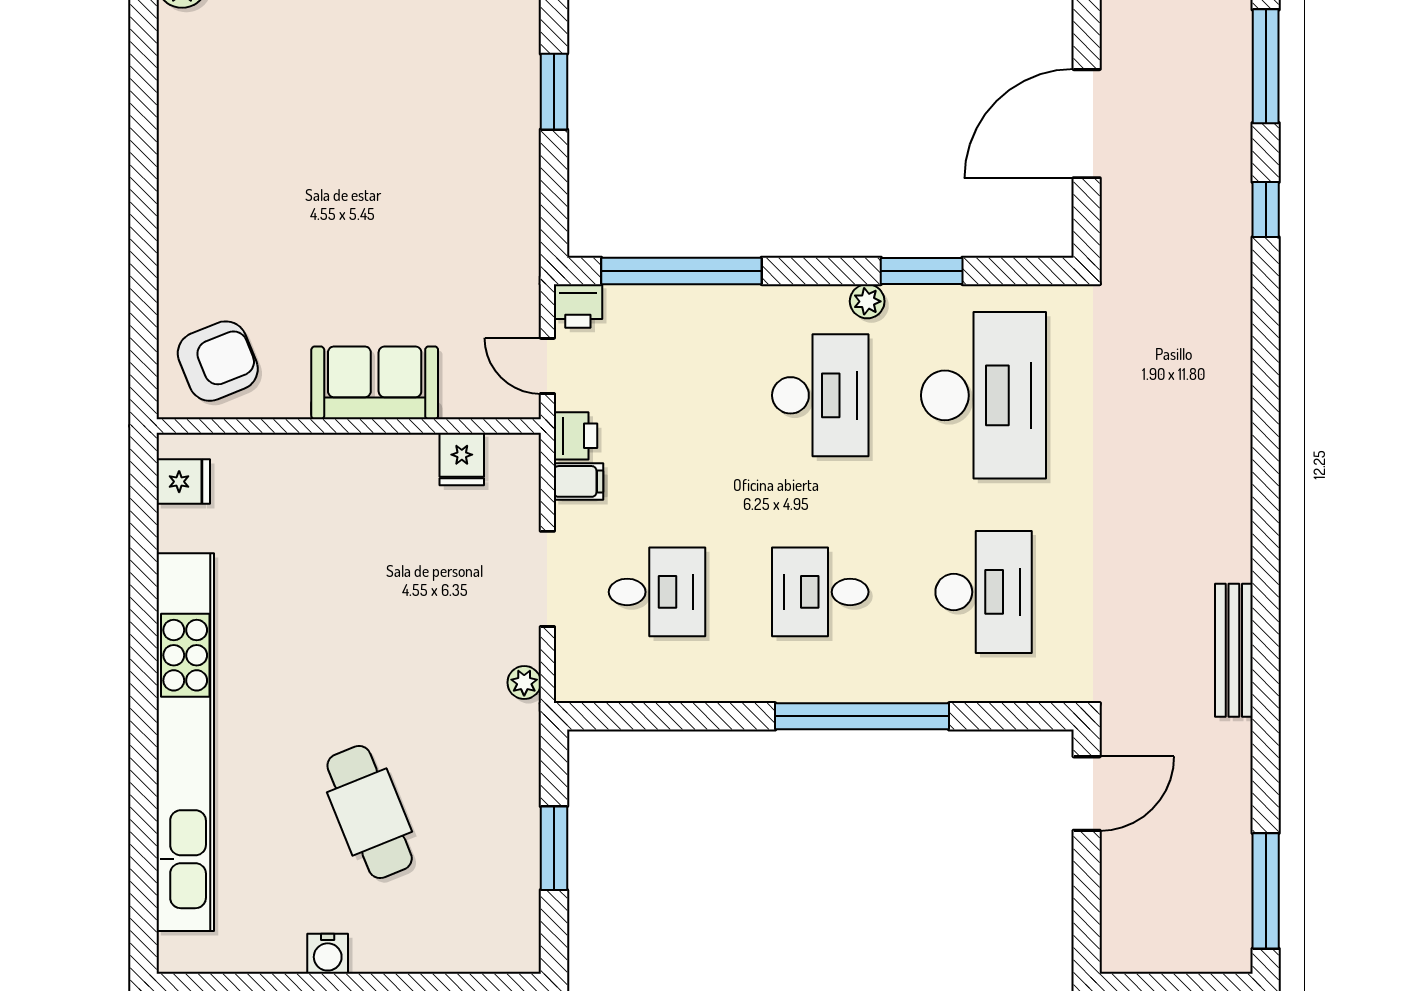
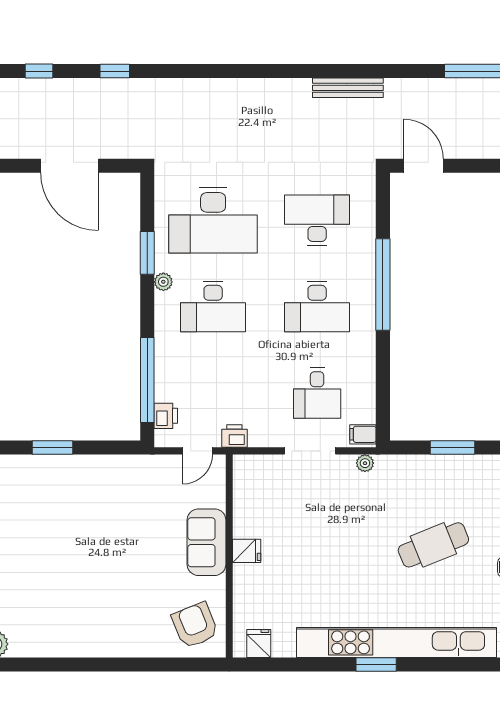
window: (1266, 66) -> (39, 71), width x0.46
printer: (578, 306) -> (166, 416), moved
desk: (820, 395) -> (213, 307), turned 180
desk: (984, 395) -> (213, 220), turned 180
fridge: (462, 459) -> (247, 551), moved
filing cabinet: (579, 481) -> (363, 434), moved, turned -90
desk: (657, 592) -> (317, 393), turned 180
desk: (820, 592) -> (317, 307), width x1.37
window: (143, 704) -> (376, 665), added

